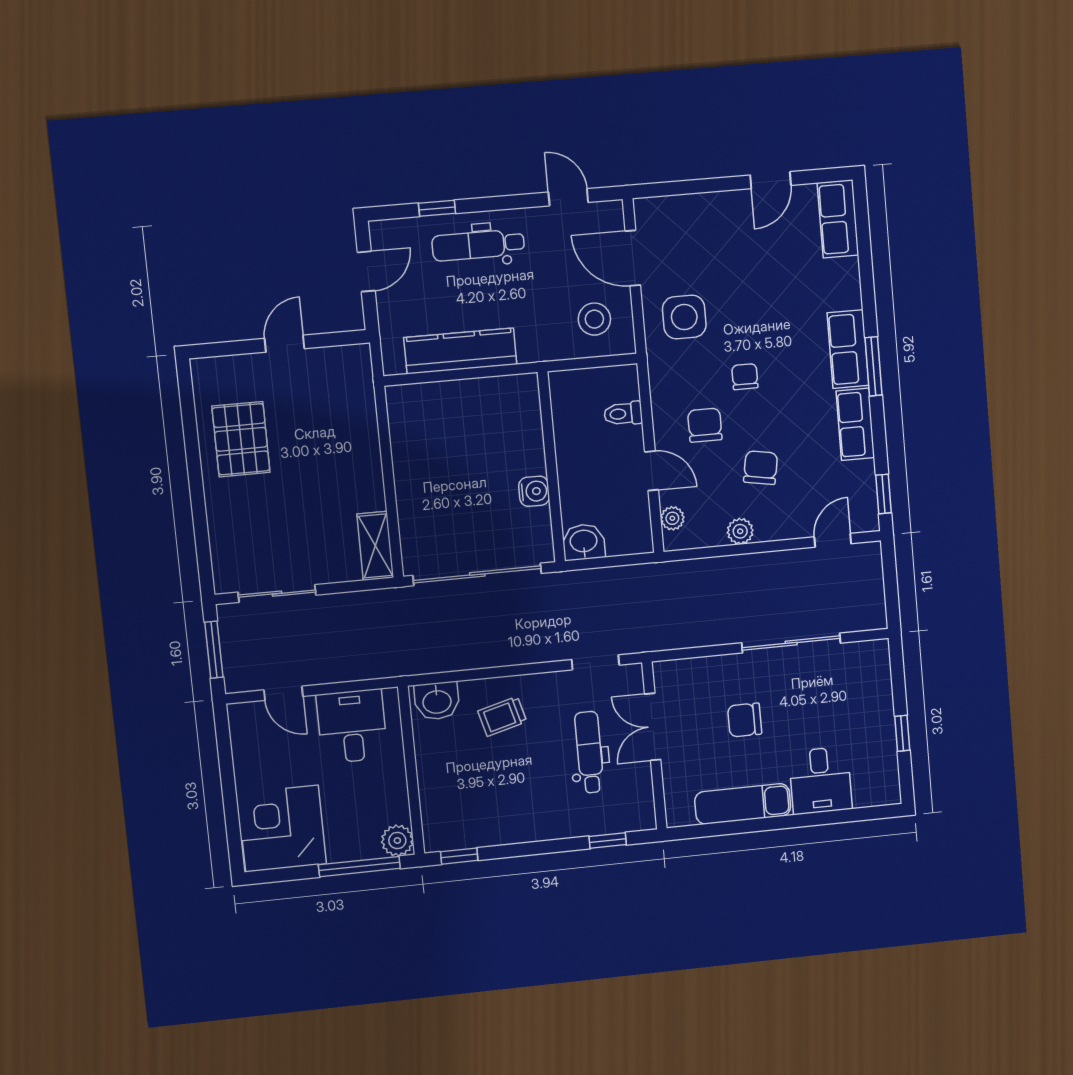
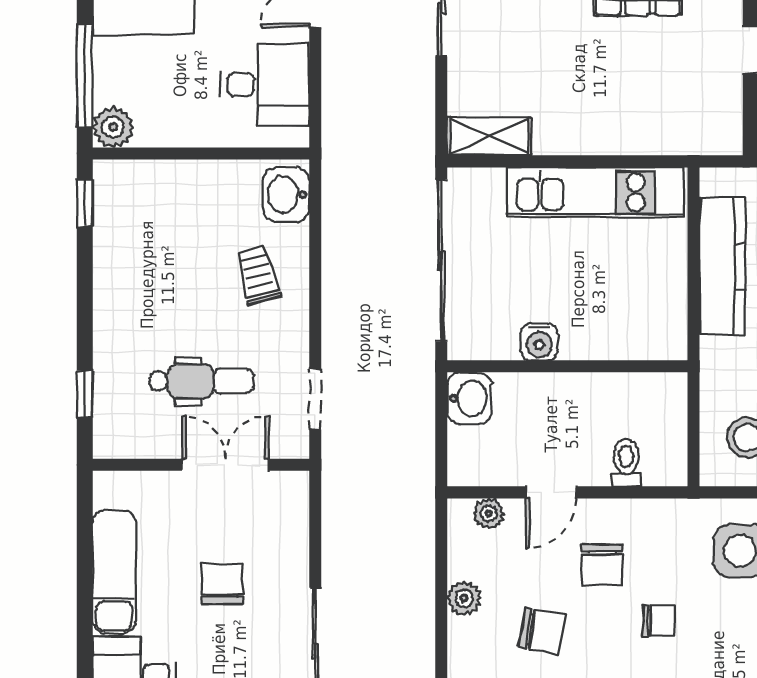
chair: (705, 425) -> (602, 565), turned 90
kitchen unit: (411, 458) -> (595, 192), added

